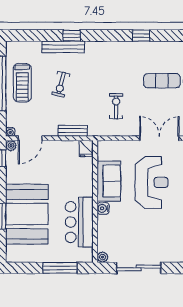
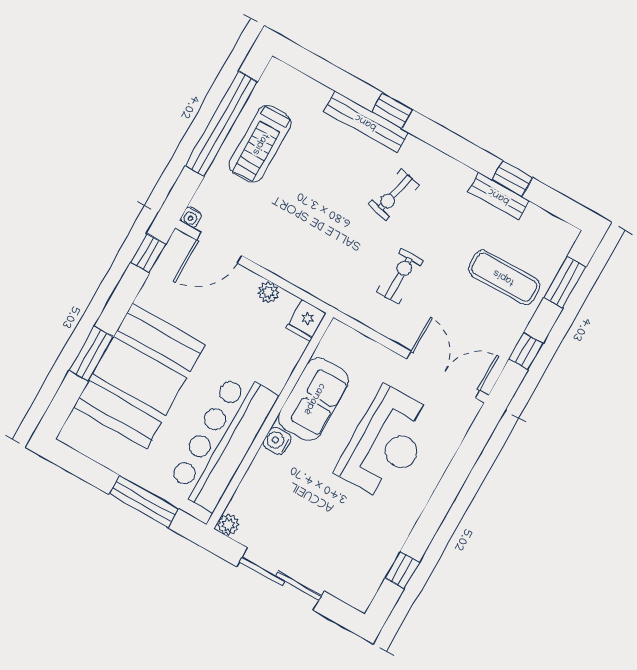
exercise bike: (61, 84) -> (394, 195), moved
bench: (73, 131) -> (499, 196), moved
plant: (11, 146) -> (268, 292), moved
bar counter: (79, 222) -> (222, 441), width x1.36

